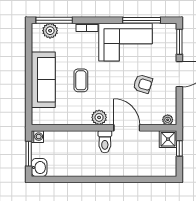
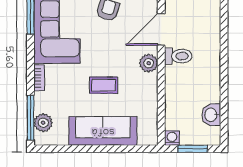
washbasin: (39, 168) -> (211, 115), moved, turned -90

